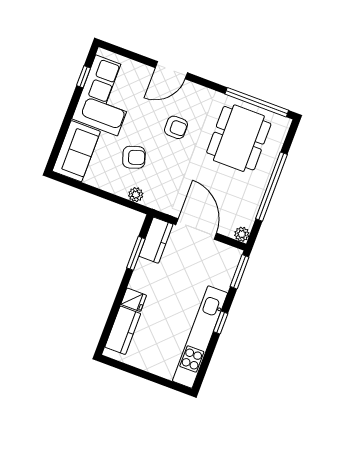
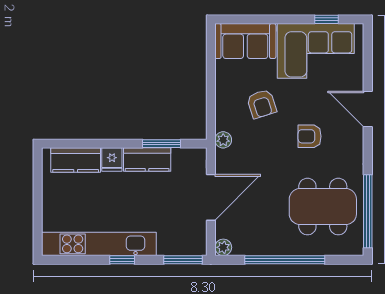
armchair: (176, 127) -> (310, 136), turned 90
plant: (136, 195) -> (223, 140), moved
kitchen counter: (156, 240) -> (147, 159), moved

